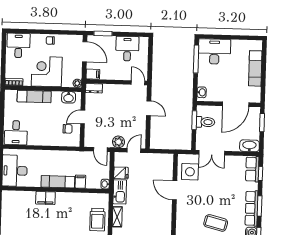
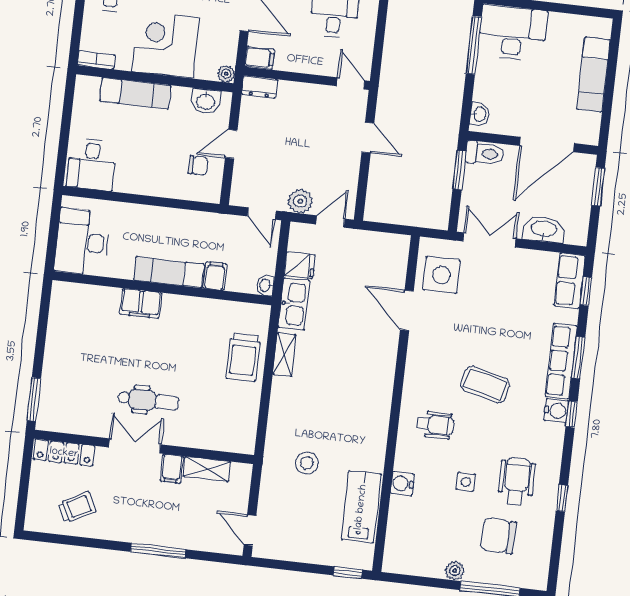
toilet: (205, 122) -> (485, 153), moved
washbasin: (249, 146) -> (544, 229), moved
double door: (212, 153) -> (489, 240), swing flipped

